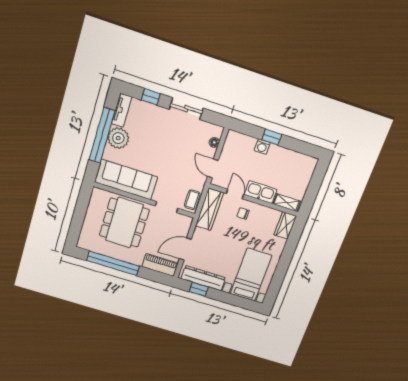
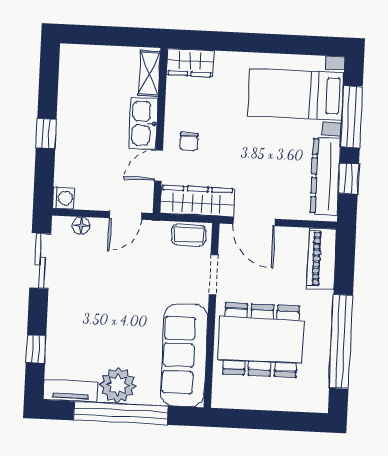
sliding door: (186, 109) -> (40, 261), moved
washing machine: (262, 147) -> (64, 198), moved
door: (185, 249) -> (254, 221), moved
window: (230, 299) -> (352, 117), added

